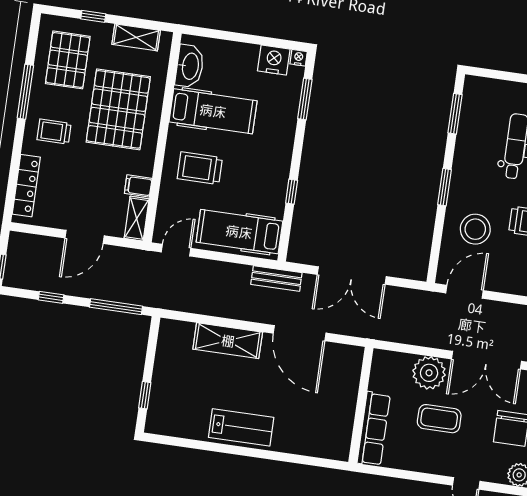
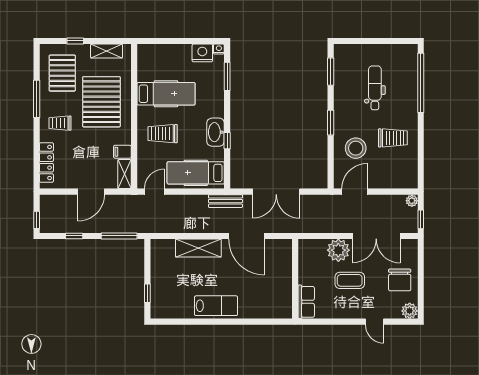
washbasin: (190, 66) -> (216, 132), moved, turned 180
row of seats: (374, 429) -> (306, 302), width x0.68

